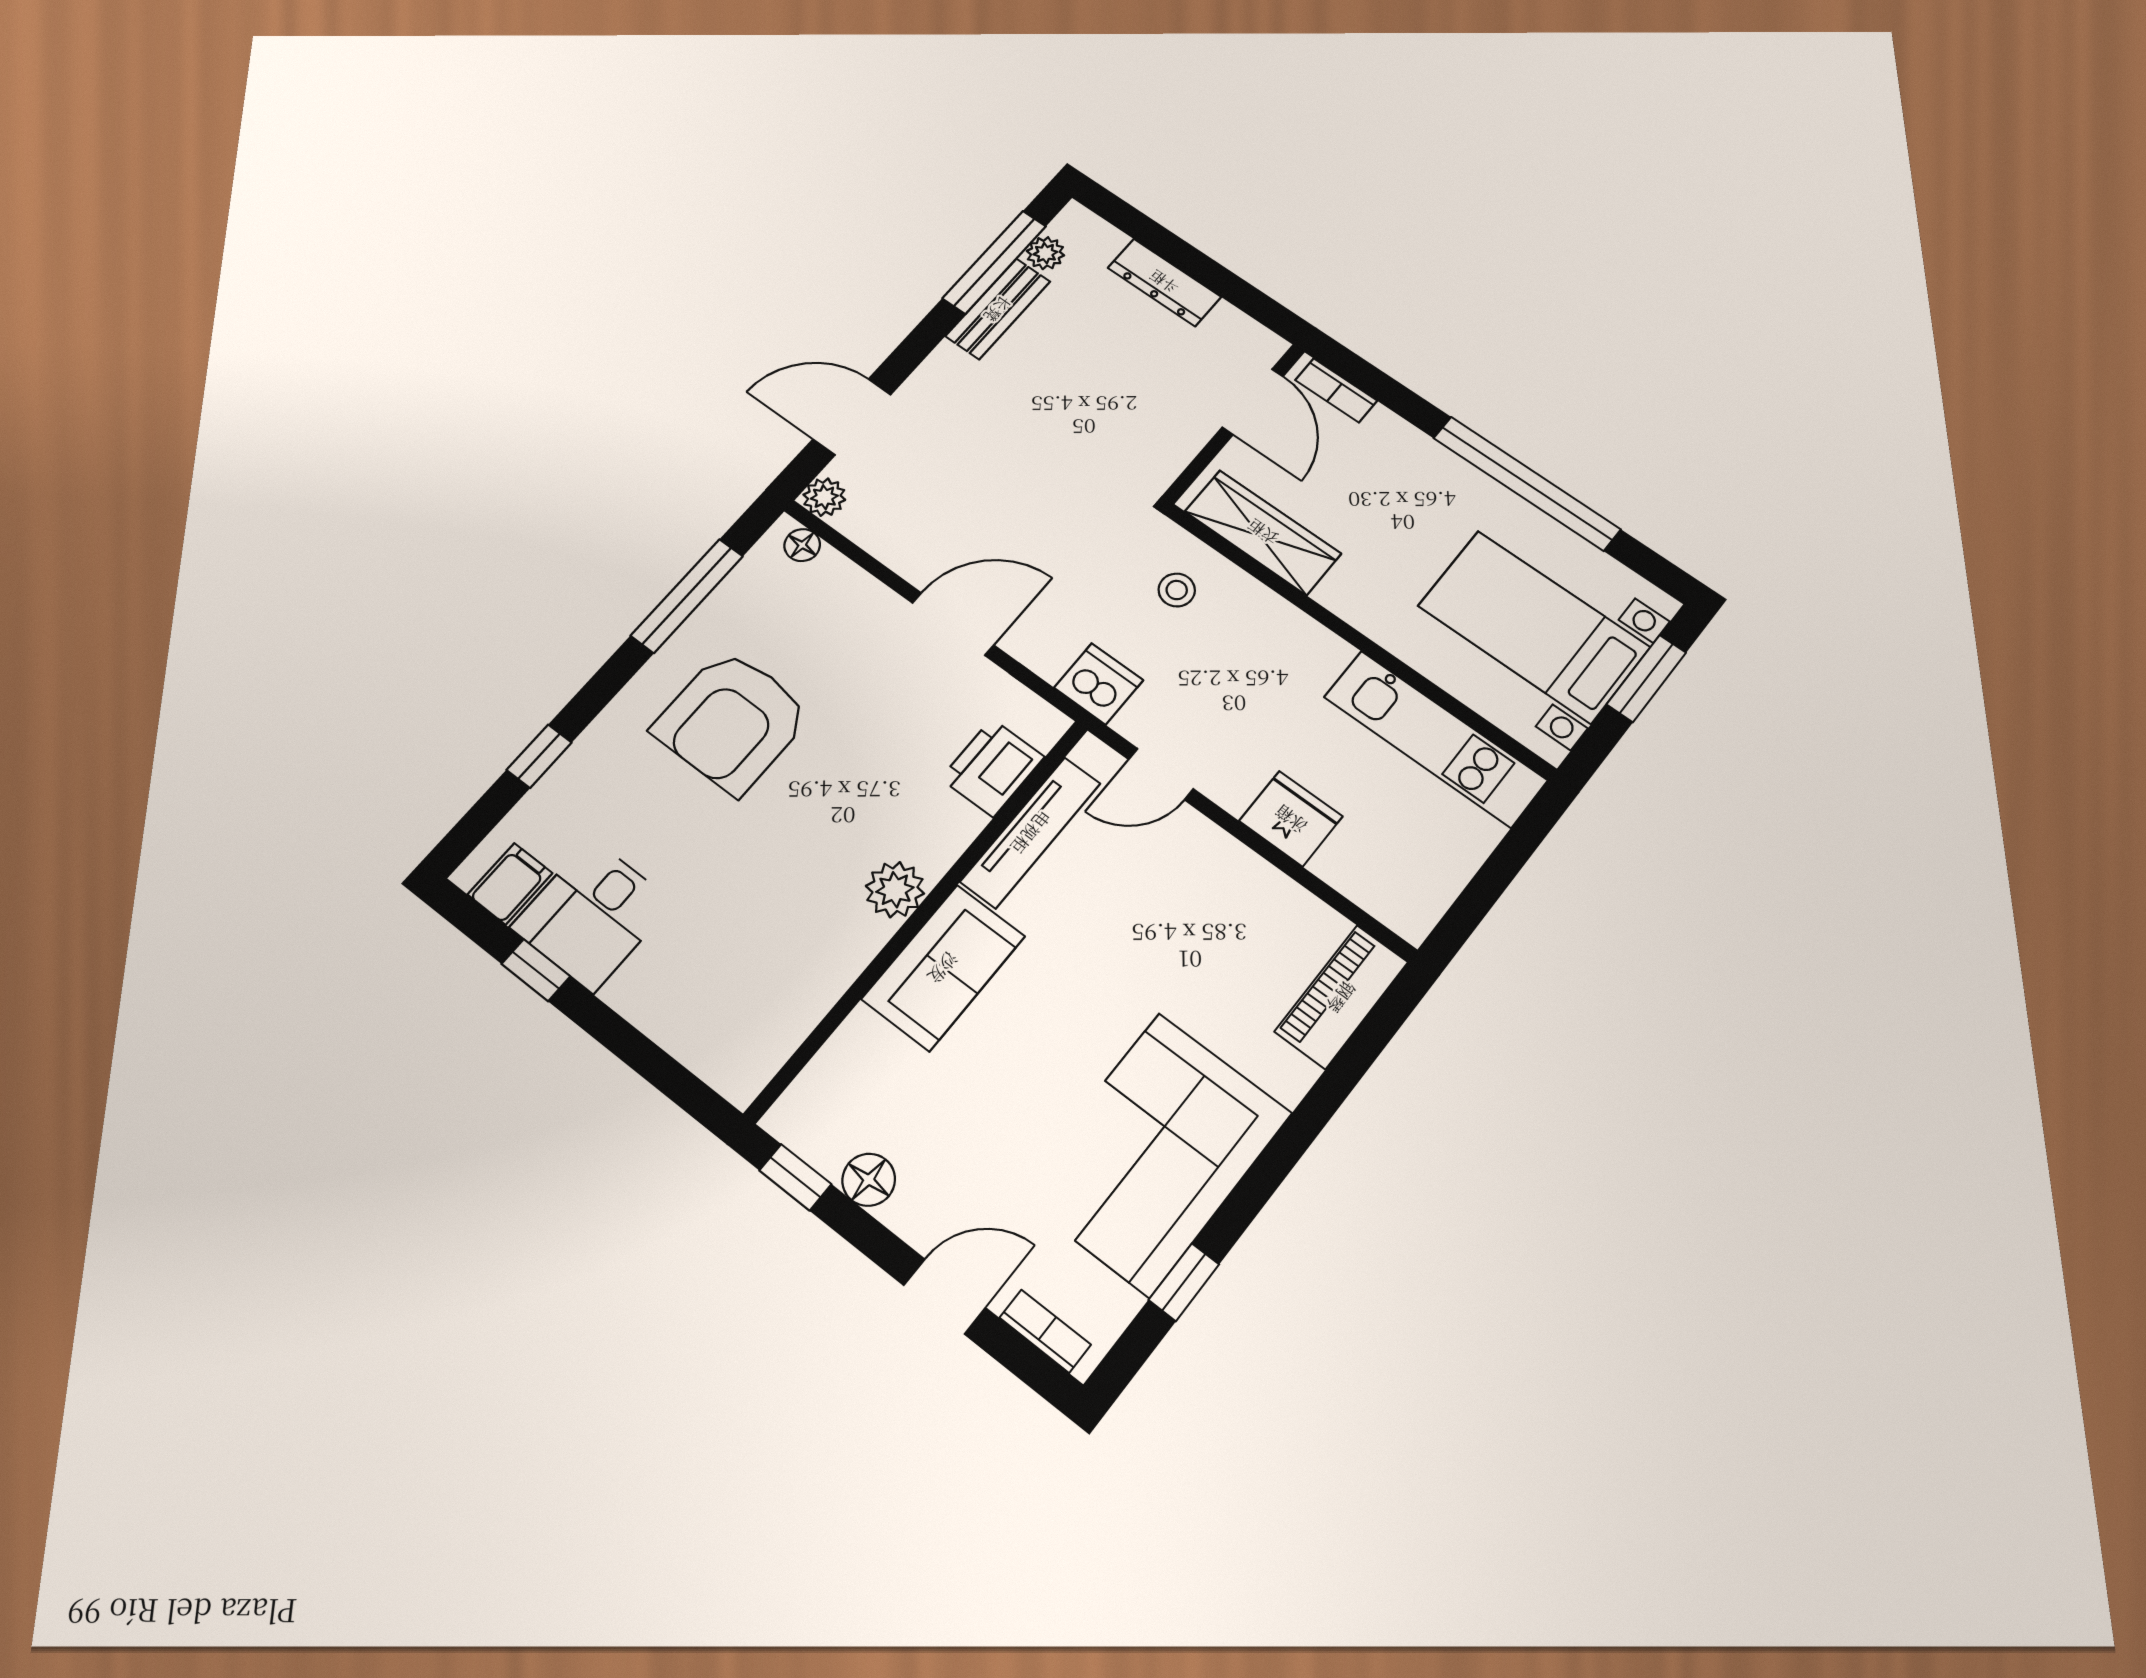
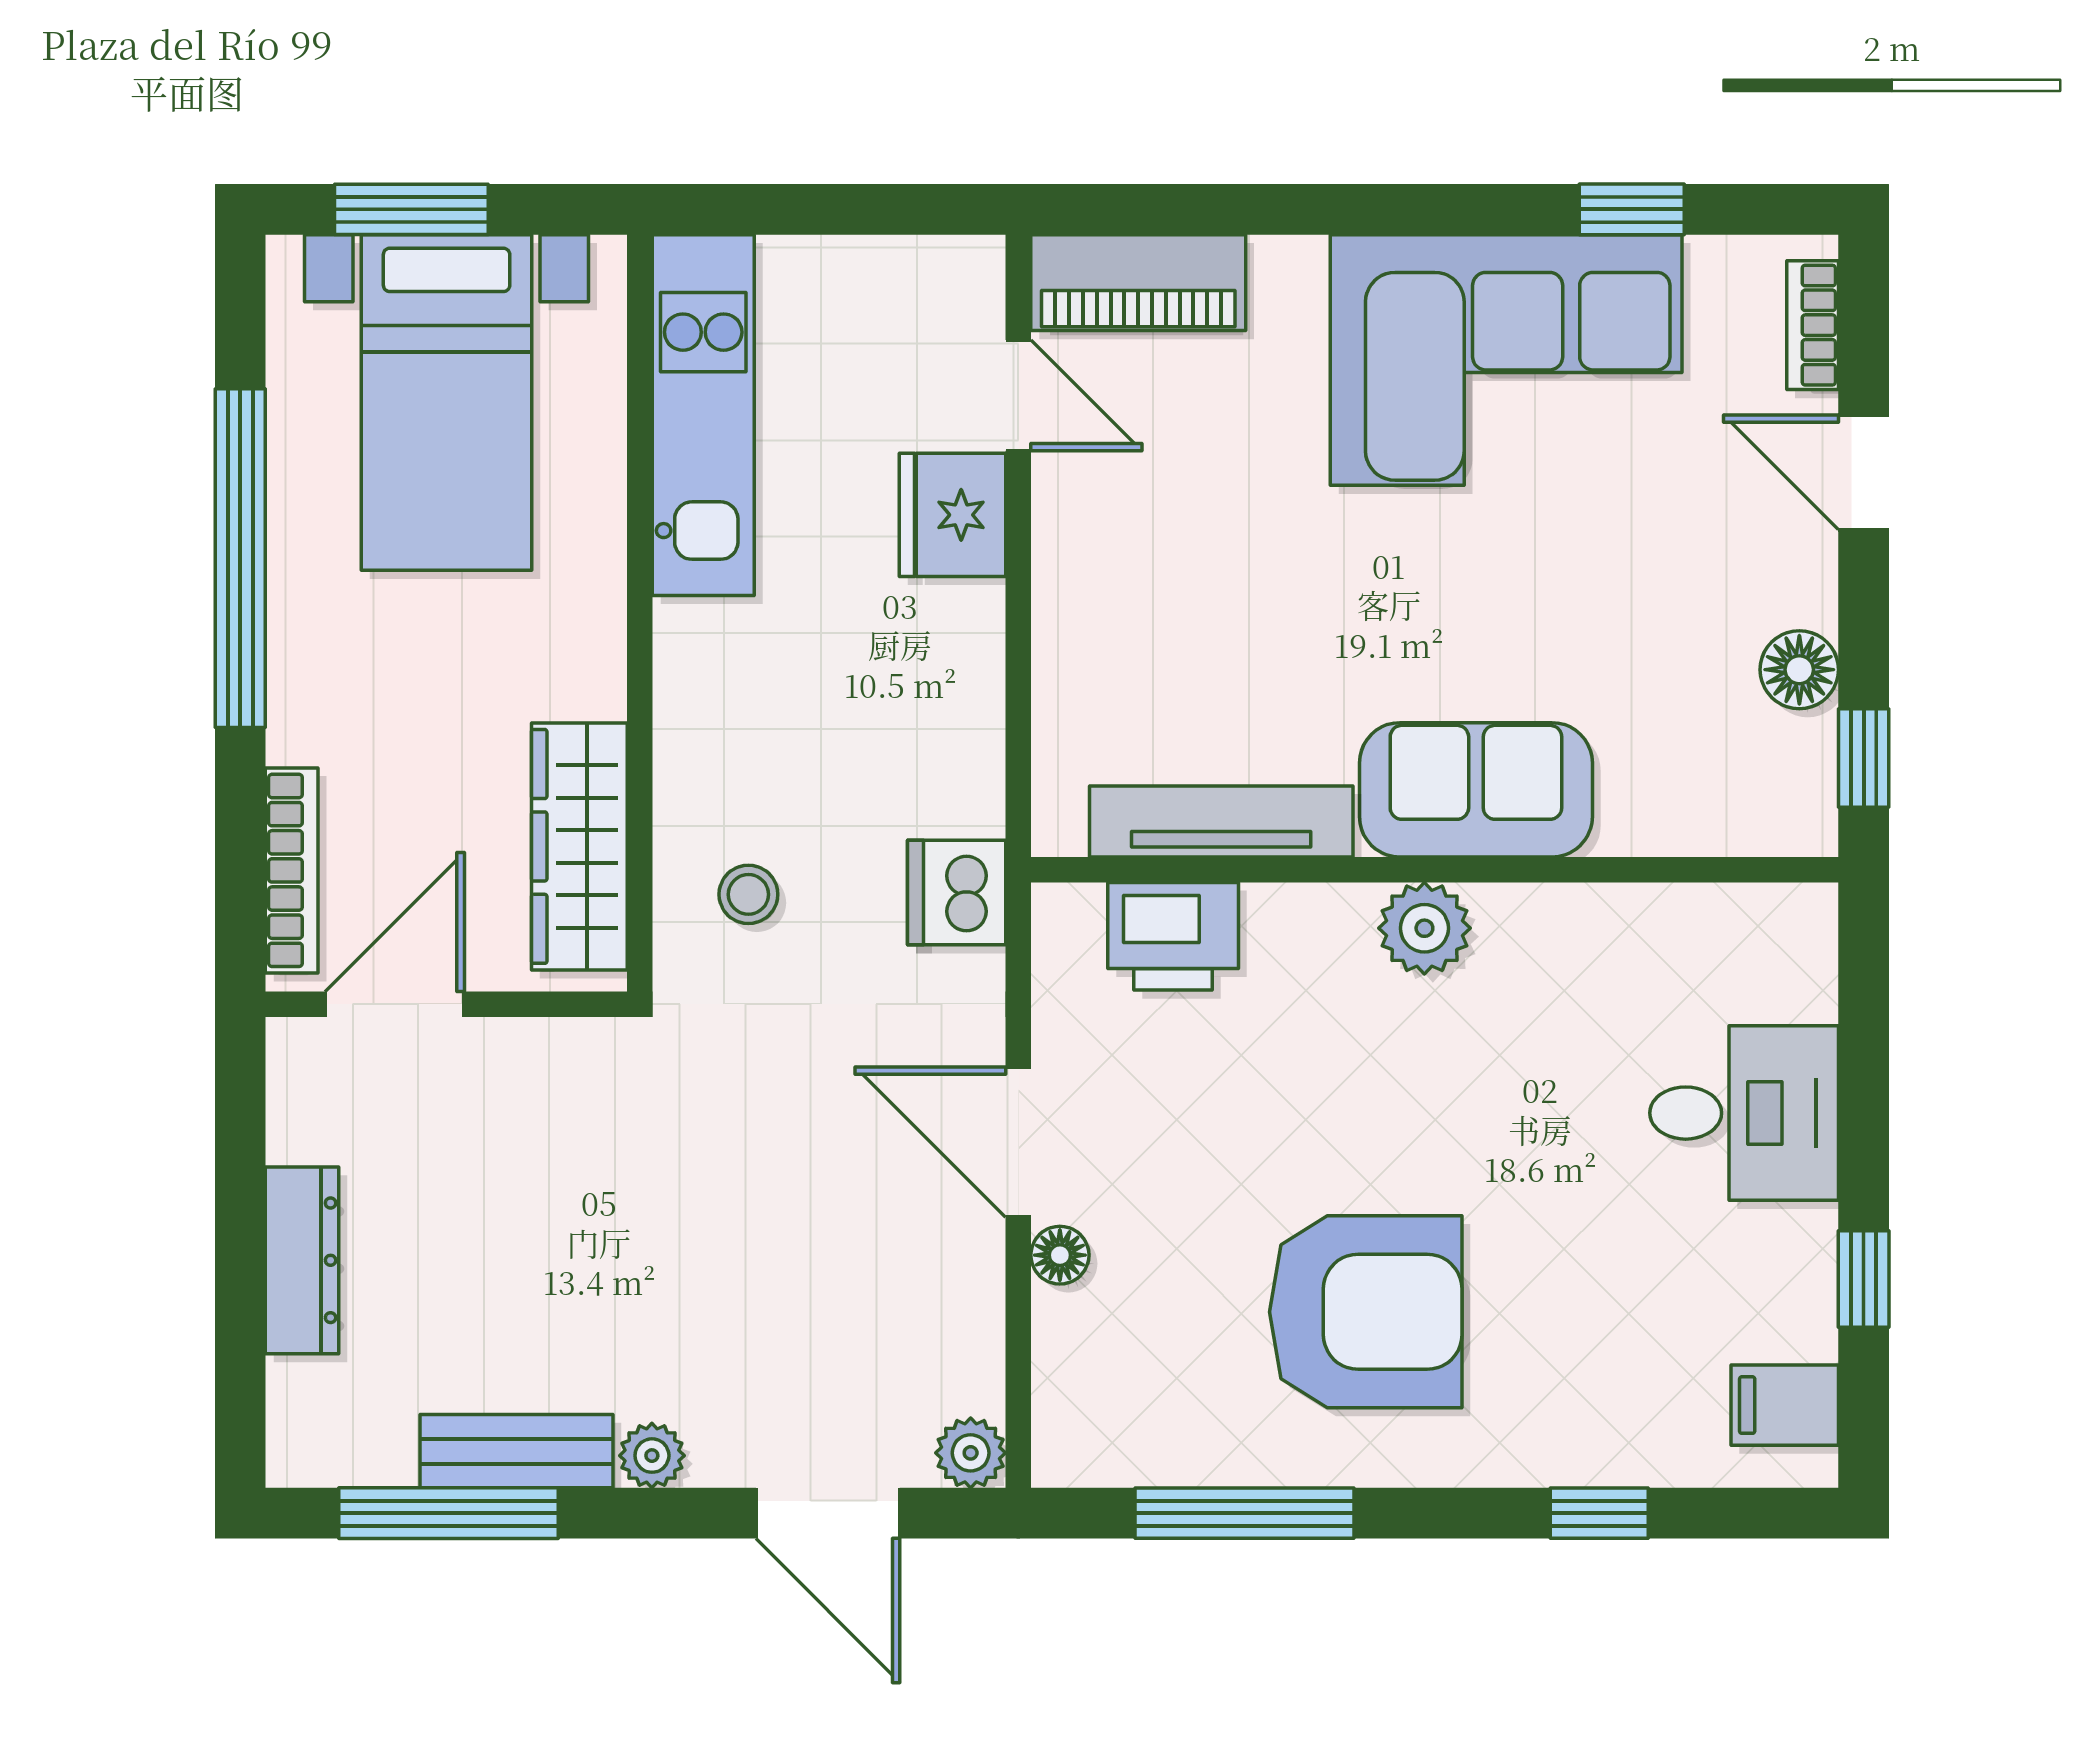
plant: (1045, 253) -> (652, 1456), moved
bookcase: (1336, 390) -> (292, 870), width x1.56
floor lamp: (802, 545) -> (1060, 1255), moved
door: (1161, 774) -> (1018, 395), moved
desk: (592, 915) -> (1744, 1113), moved

